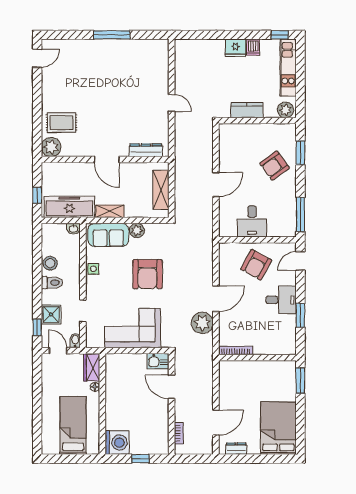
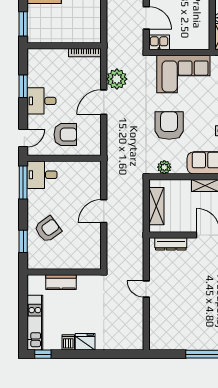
kitchen counter: (247, 110) -> (61, 282), moved
plant: (286, 110) -> (37, 282), removed
desk: (252, 221) -> (42, 175), moved, turned -90
plant: (137, 230) -> (164, 167), moved
armchair: (256, 265) -> (65, 135), turned 61

